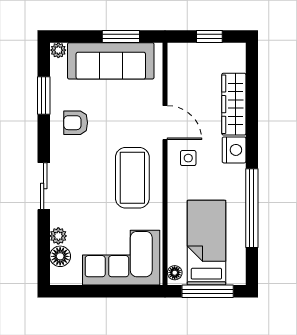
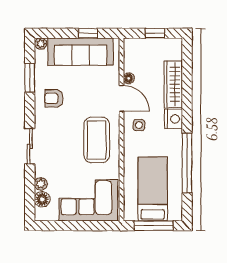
window: (121, 36) -> (88, 33), width x0.67
floor lamp: (175, 273) -> (129, 78), moved

